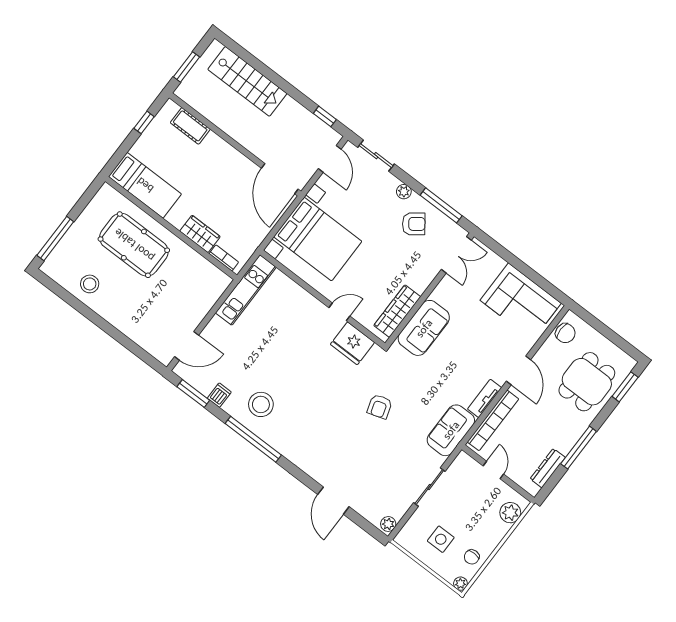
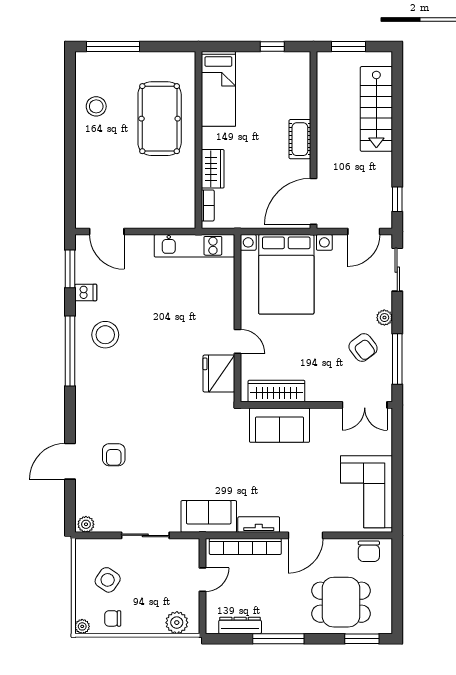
cot: (190, 126) -> (300, 139), moved
armchair: (380, 406) -> (114, 455), moved, turned -72
side table: (441, 539) -> (108, 580), turned 34

